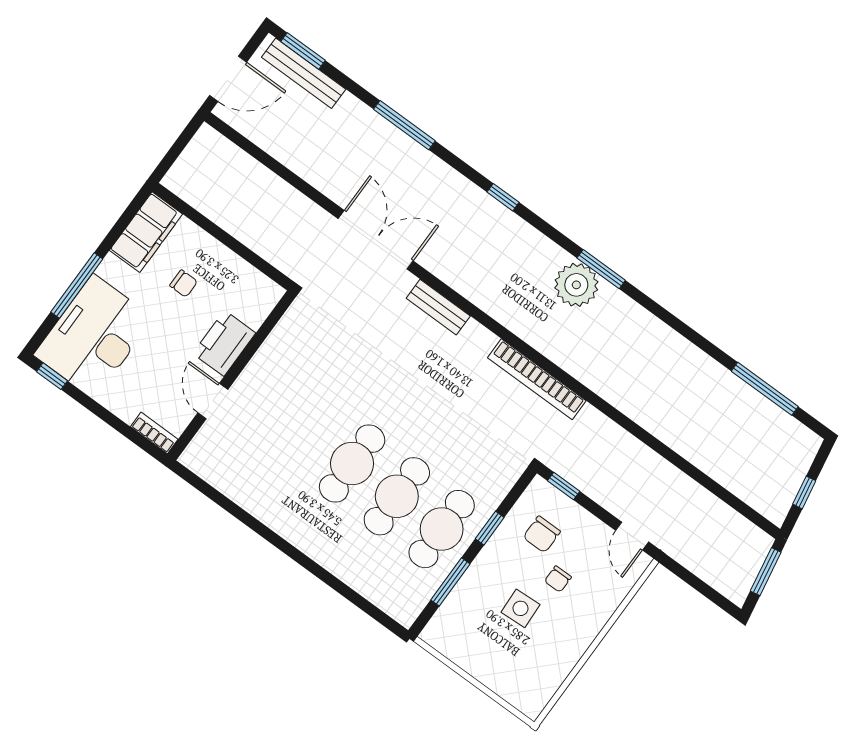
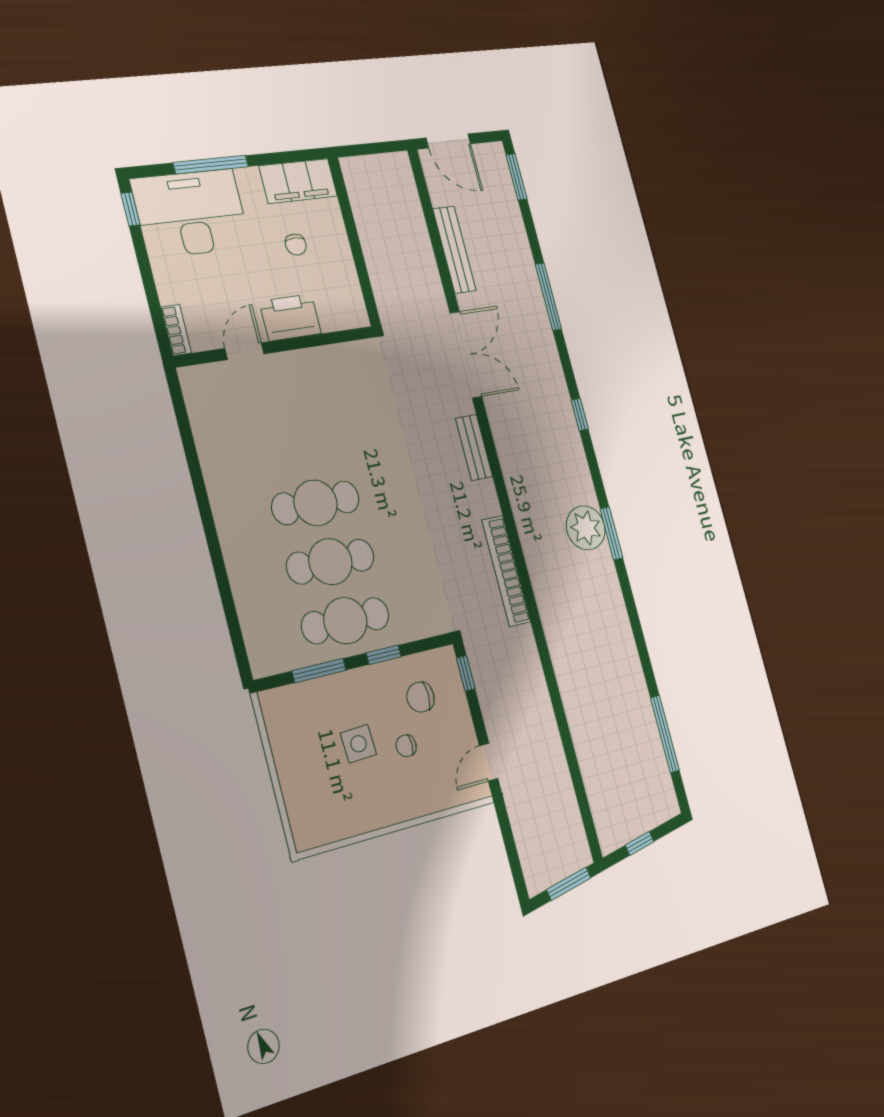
bench: (304, 73) -> (454, 250), moved

